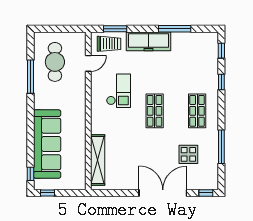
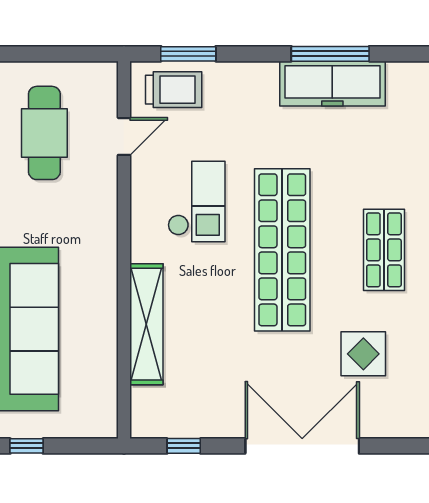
freezer: (149, 41) -> (332, 84), moved
shop shelf: (155, 111) -> (282, 250), width x2.00, depth x1.36
shelving: (98, 160) -> (146, 324), moved
window: (206, 193) -> (184, 446), moved

